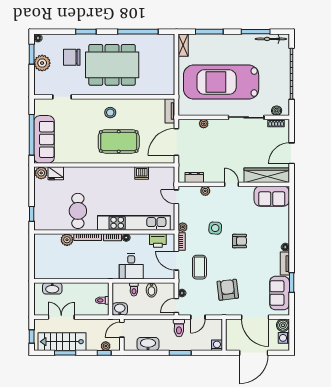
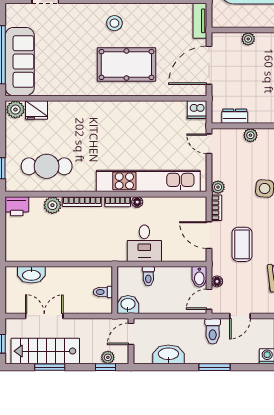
dishwasher: (142, 173) -> (197, 110), moved
cafe table: (78, 211) -> (47, 166), moved, turned 90
printer: (158, 241) -> (17, 206), moved
bidet: (151, 290) -> (199, 277), moved

